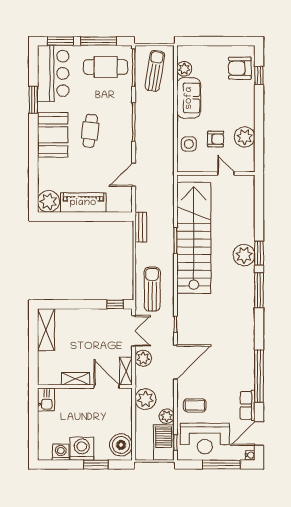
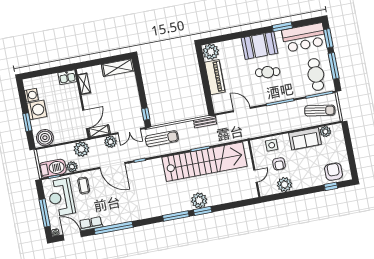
shelving: (76, 379) -> (84, 84), moved

